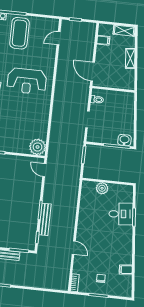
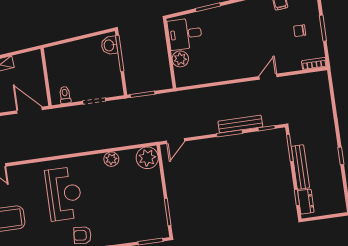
door: (93, 72) -> (30, 110), swing flipped
plant: (43, 121) -> (111, 159), added
desk: (121, 214) -> (185, 34), moved, turned -85

